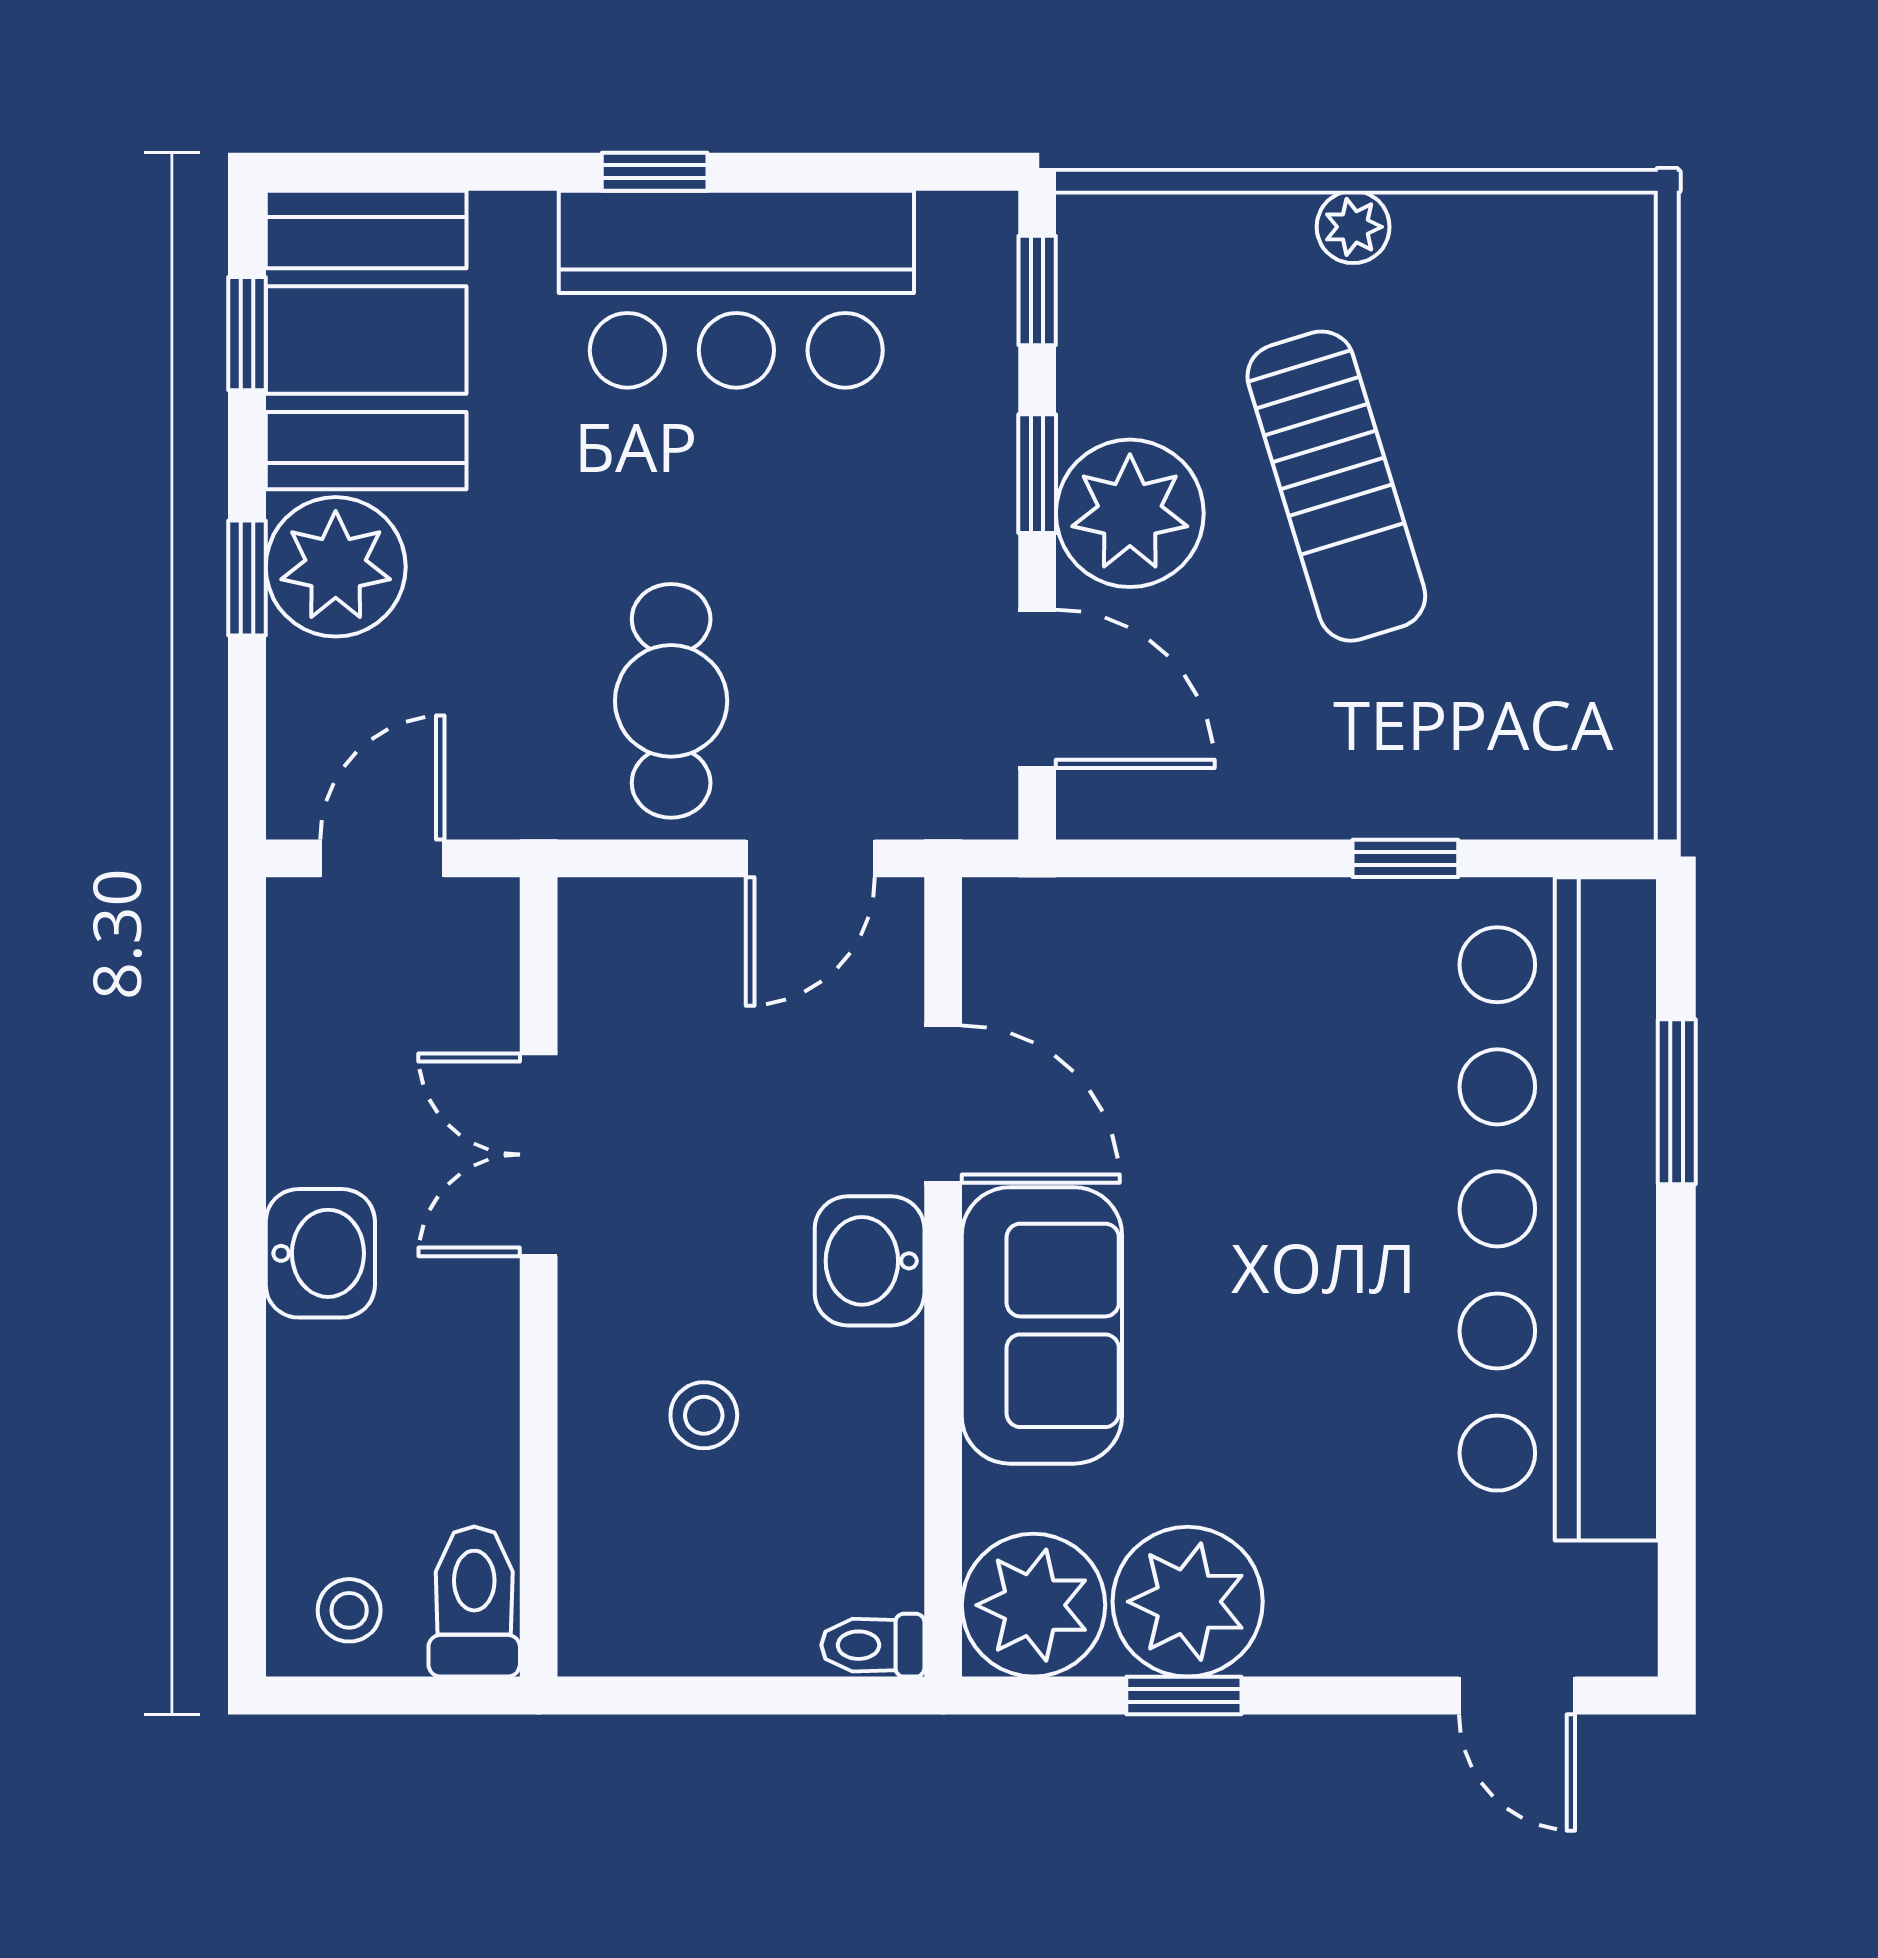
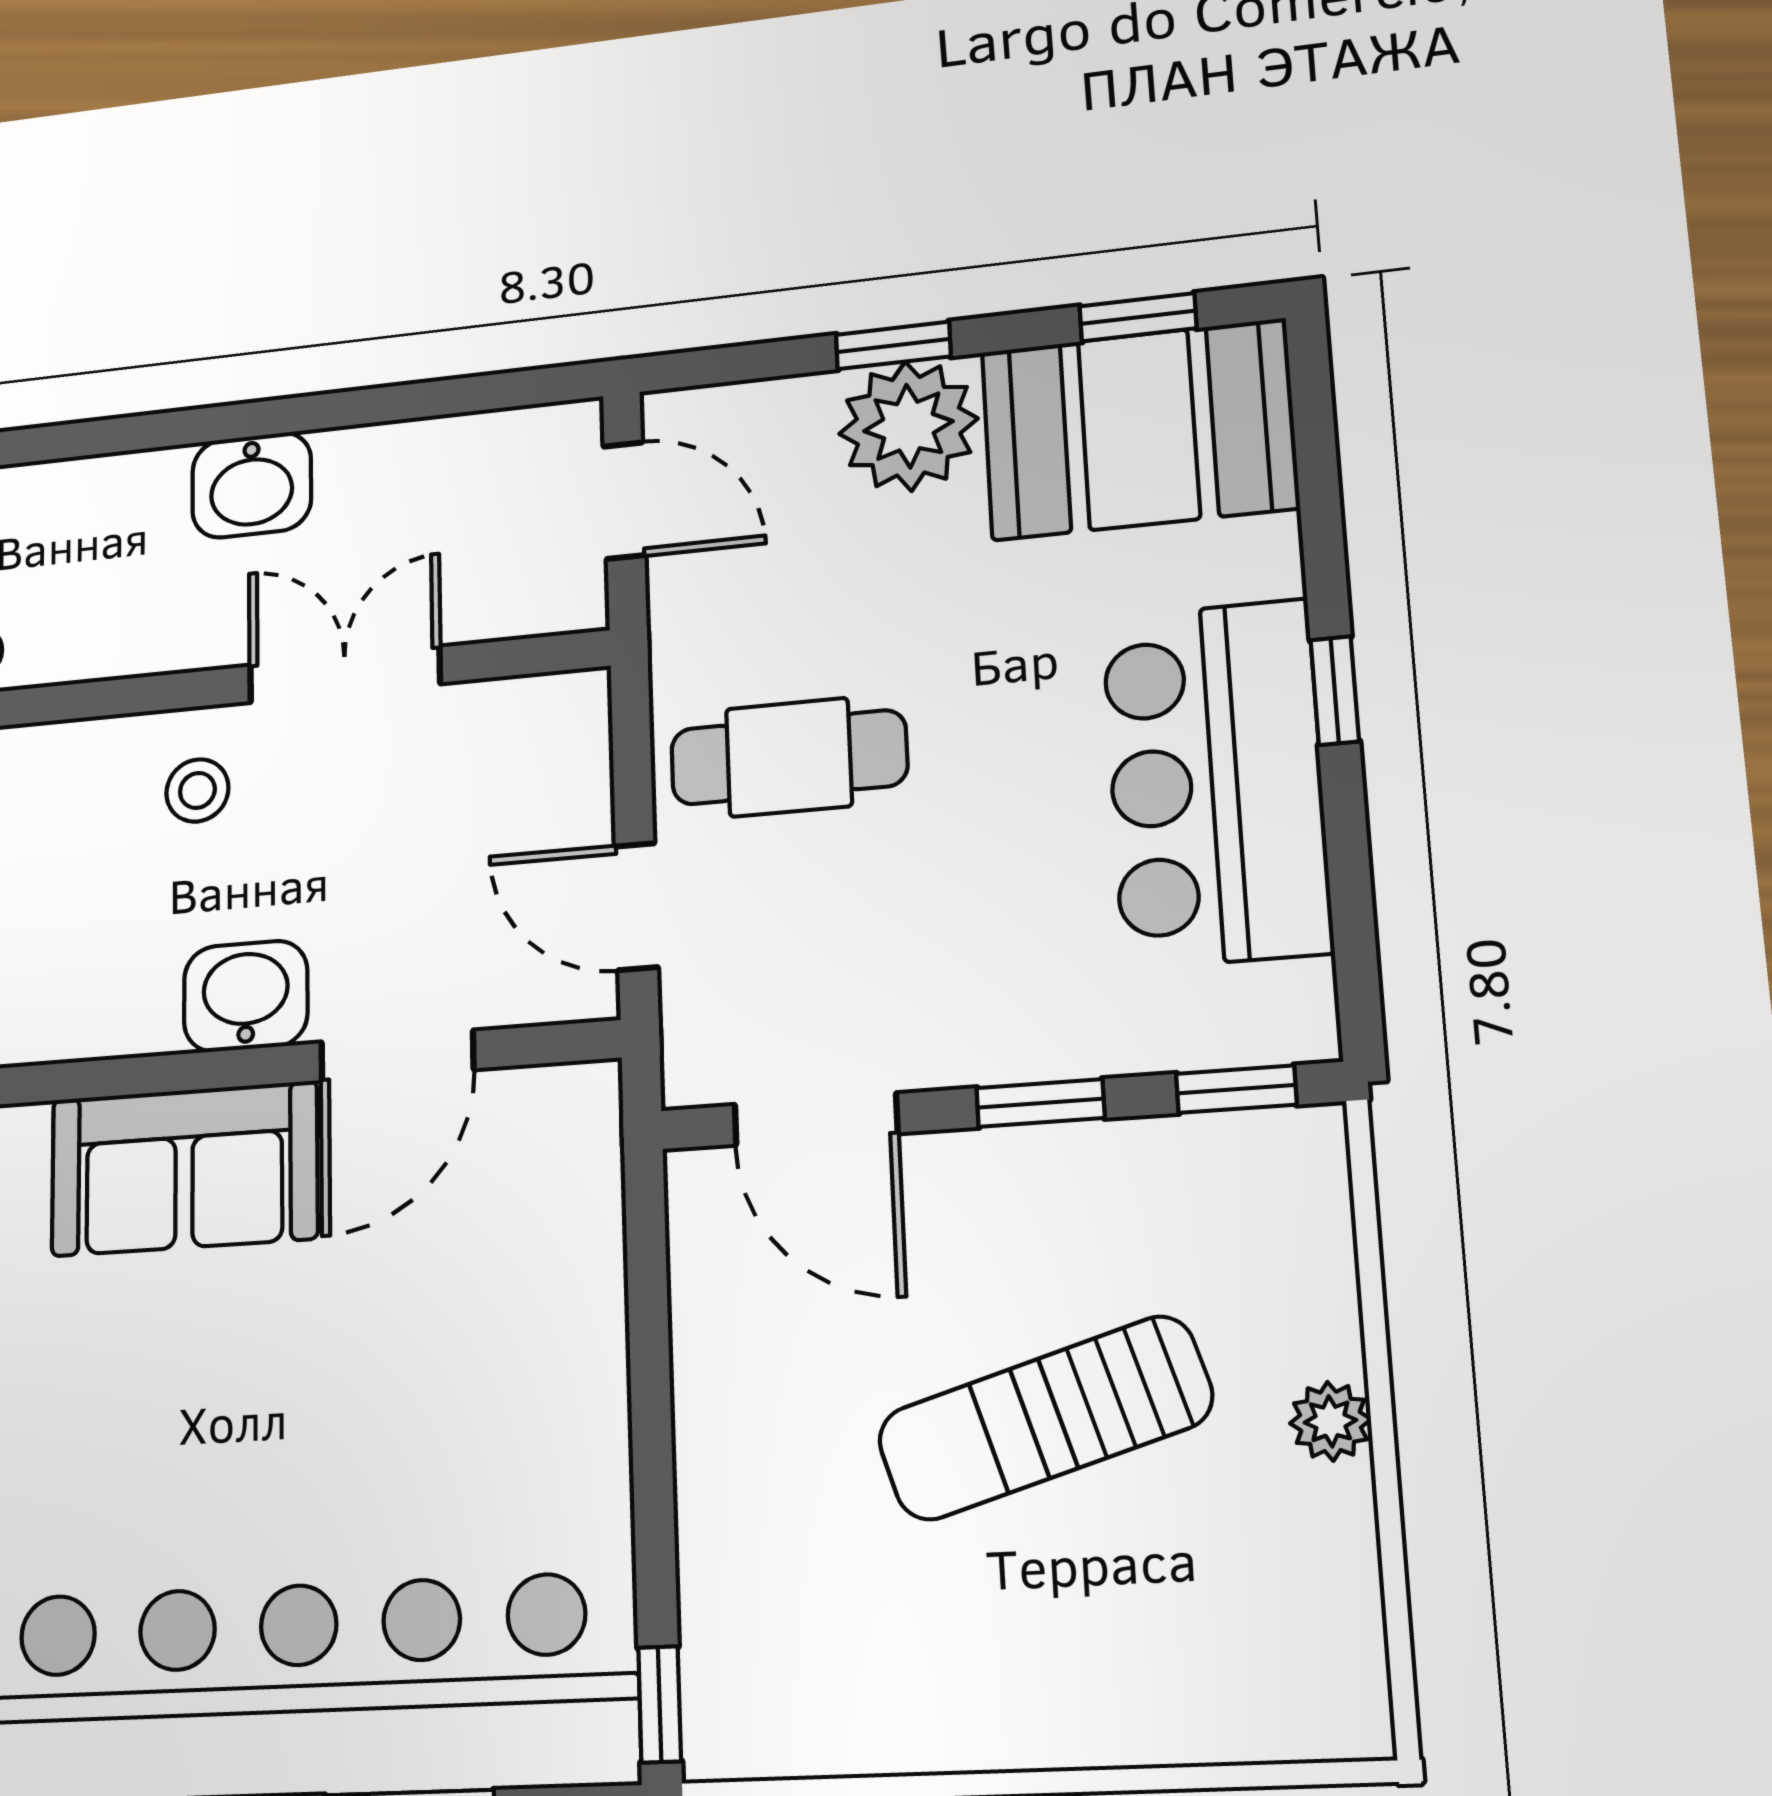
plant: (1130, 513) -> (1004, 1202), removed
door: (1037, 689) -> (816, 1119), hinge flipped
window: (1405, 858) -> (660, 1704), moved
stool: (704, 1415) -> (197, 790), moved

